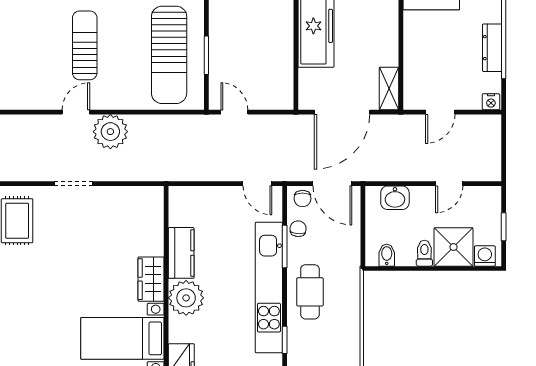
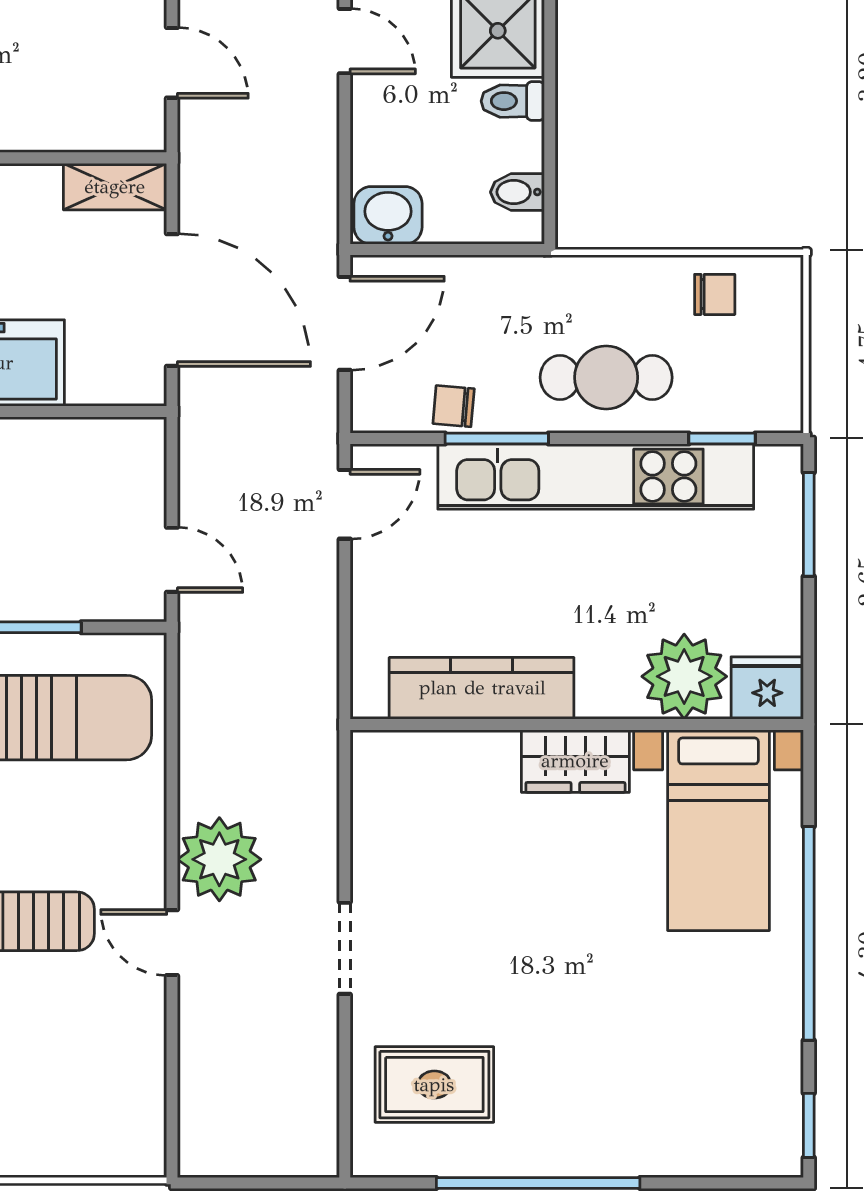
door: (234, 112) -> (172, 560), swing flipped
washbasin: (395, 198) -> (388, 215), moved, turned -90
chair: (303, 199) -> (715, 294), moved
kitchen counter: (181, 253) -> (482, 688), width x1.50
plant: (186, 298) -> (684, 676), moved

